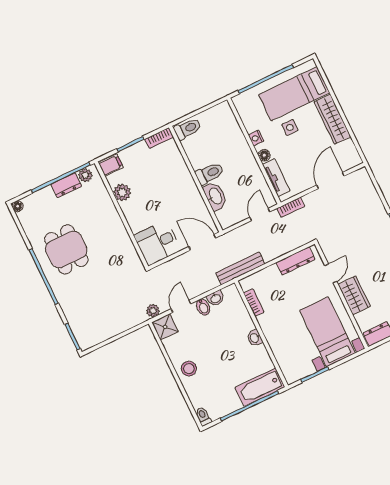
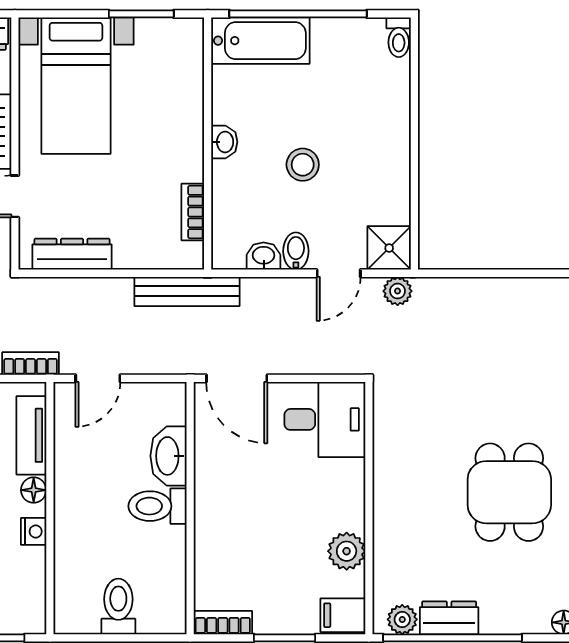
toilet: (188, 129) -> (118, 606), moved, turned 90
stool: (189, 369) -> (303, 165), moved

